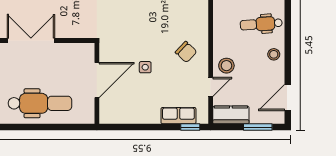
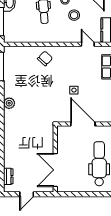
chair: (186, 52) -> (45, 58), moved
stool: (226, 66) -> (74, 15), moved

